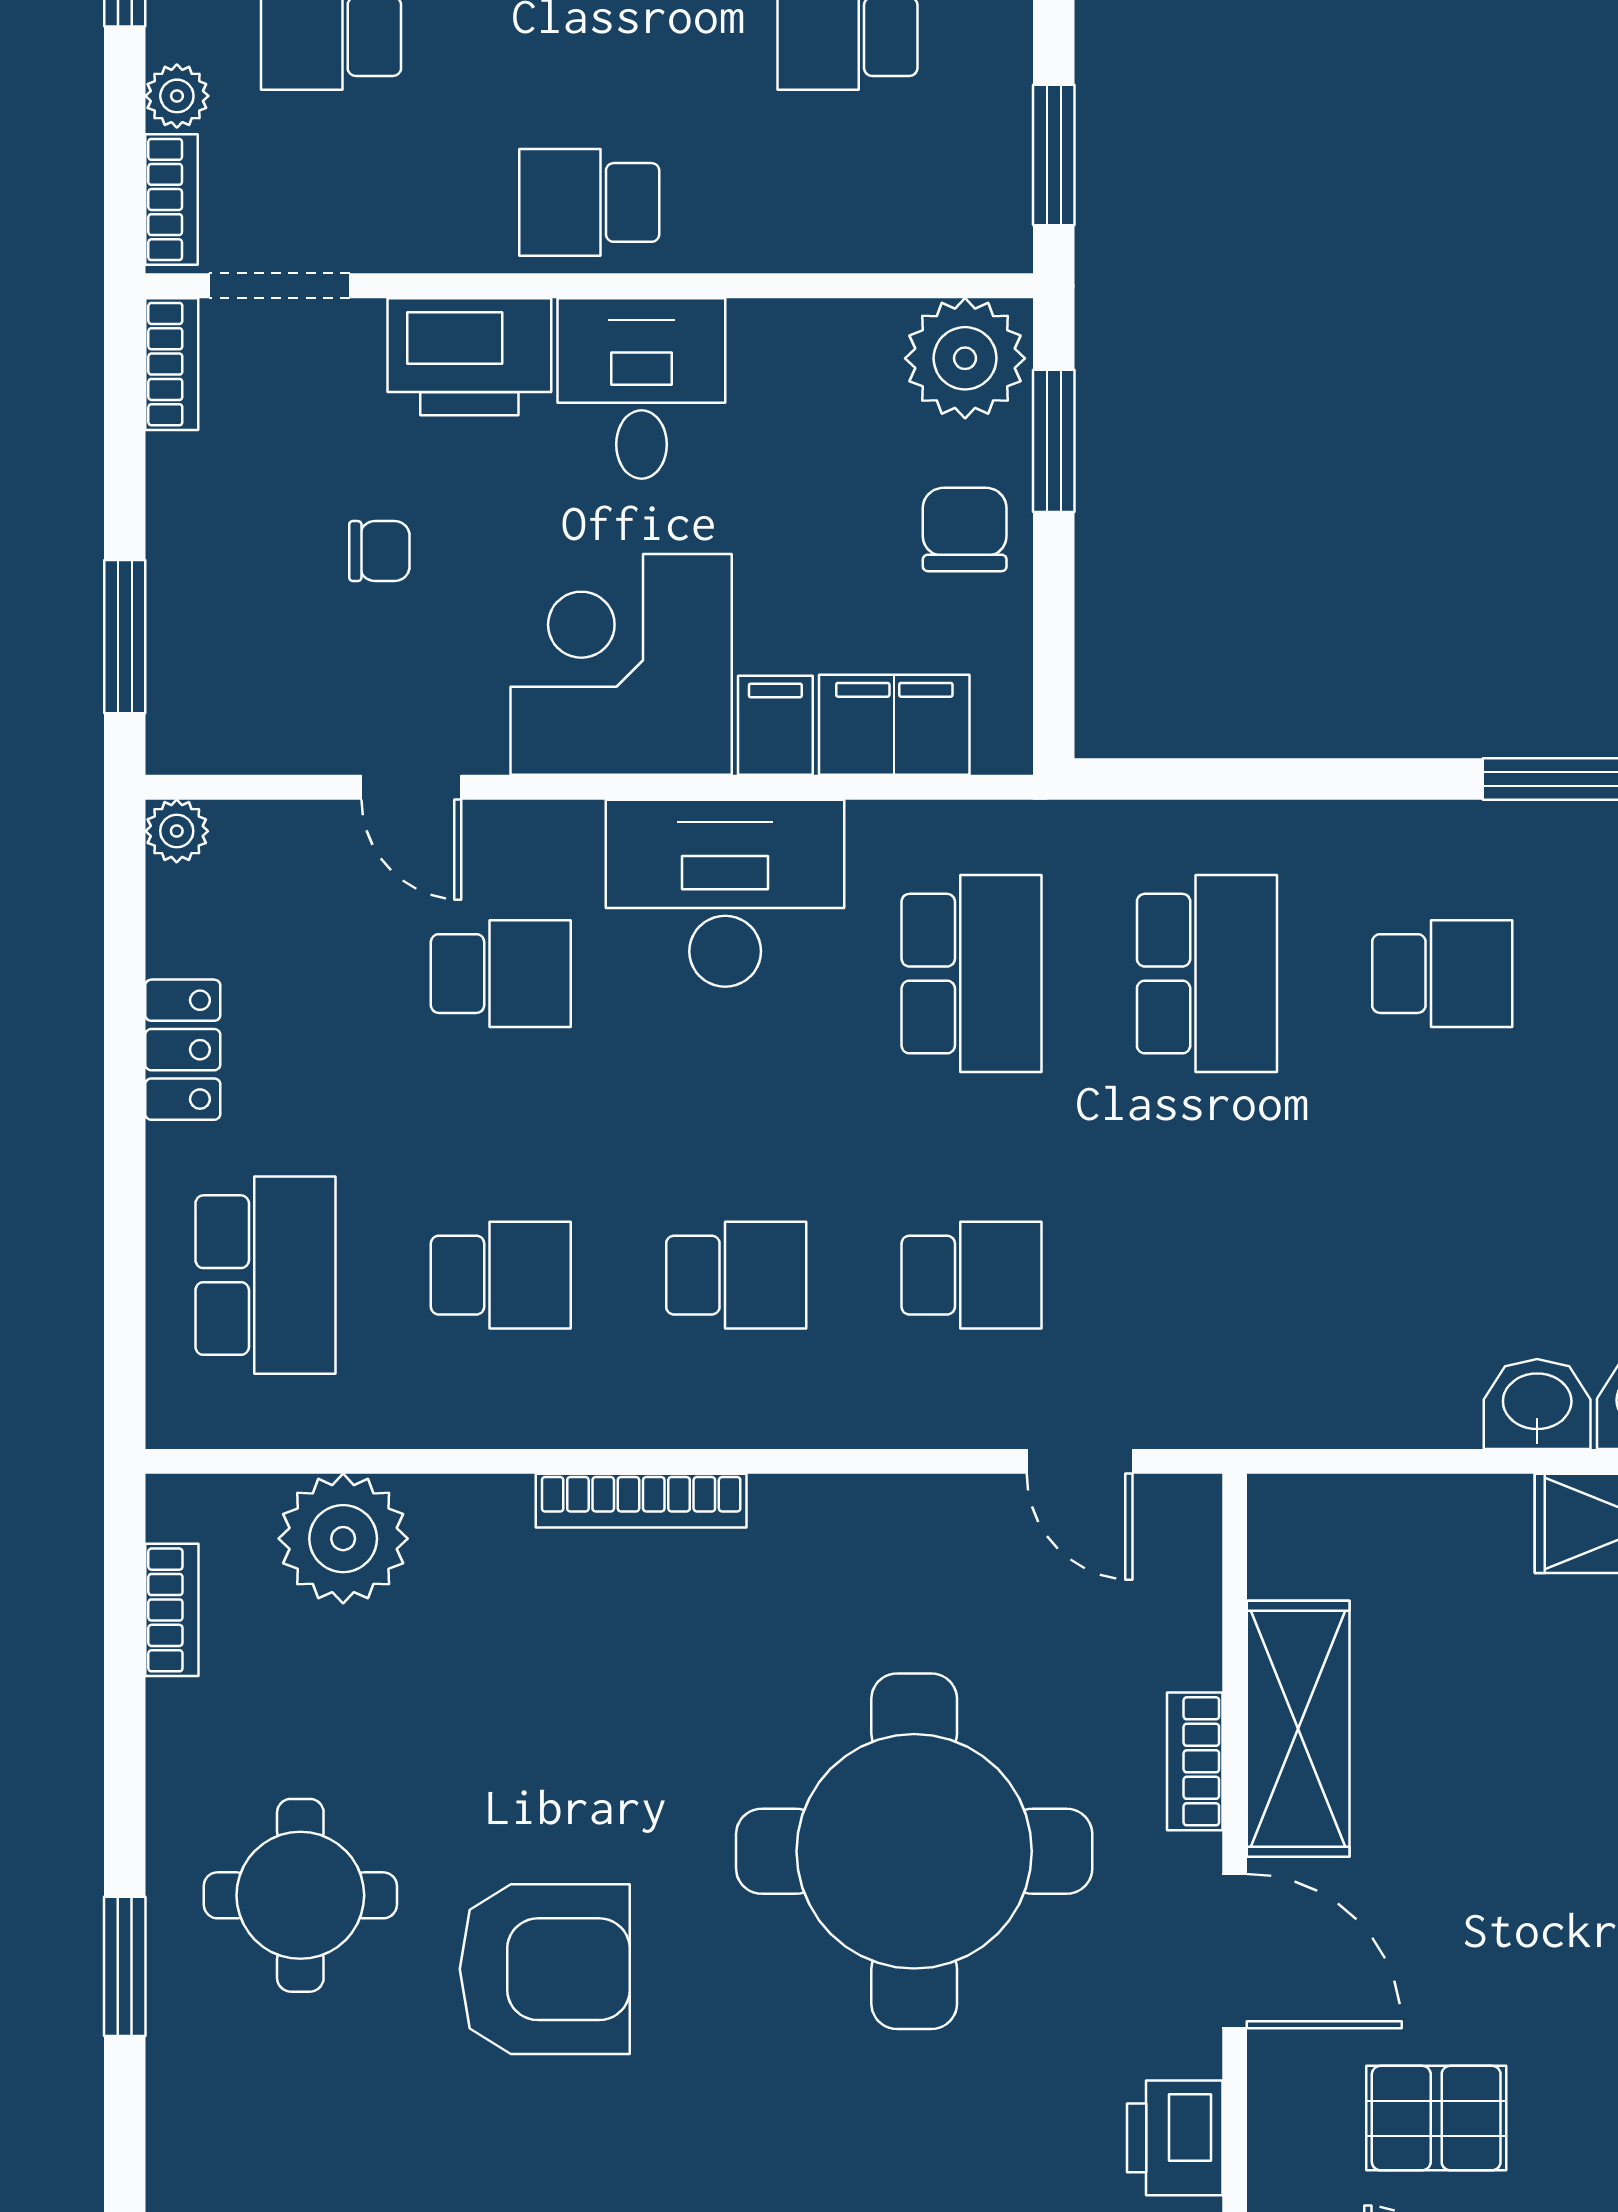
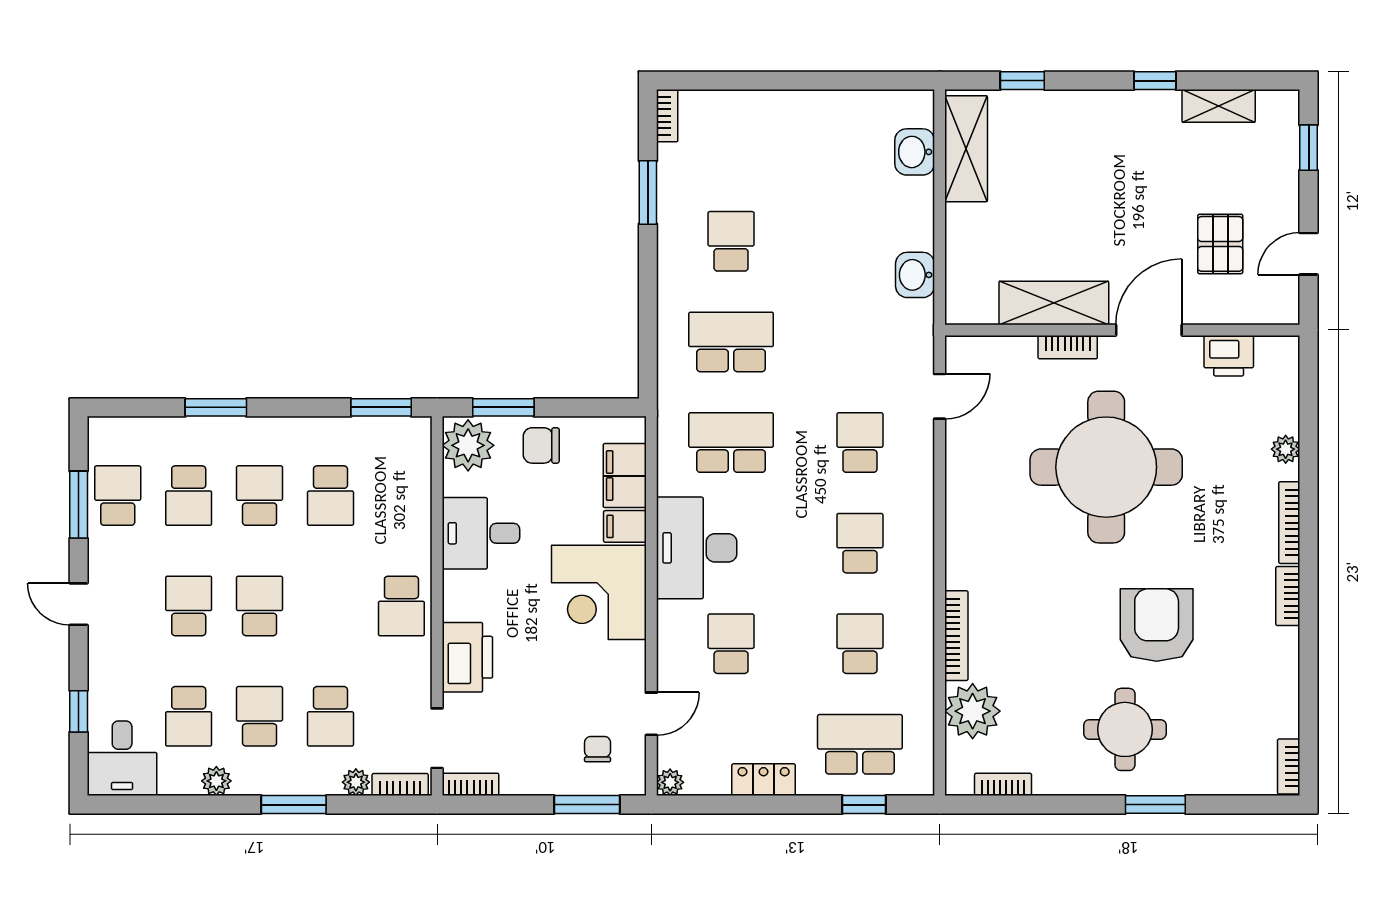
desk: (641, 388) -> (481, 533), moved
chair: (379, 551) -> (598, 749), moved
door: (411, 787) -> (651, 714), moved
window: (125, 1285) -> (864, 805), added
washbasin: (1537, 1404) -> (915, 275), moved
bookcase: (641, 1501) -> (956, 636), moved

